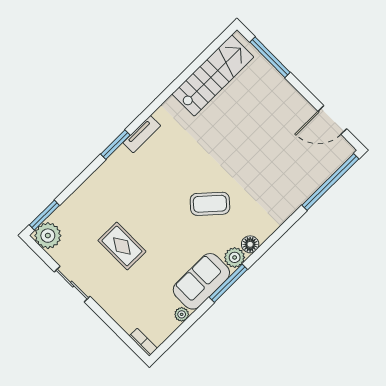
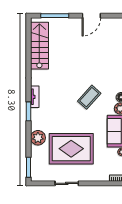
door: (332, 120) -> (91, 16), moved
plant: (48, 236) -> (38, 138), moved
rug: (122, 246) -> (71, 149), width x1.86, depth x2.06

